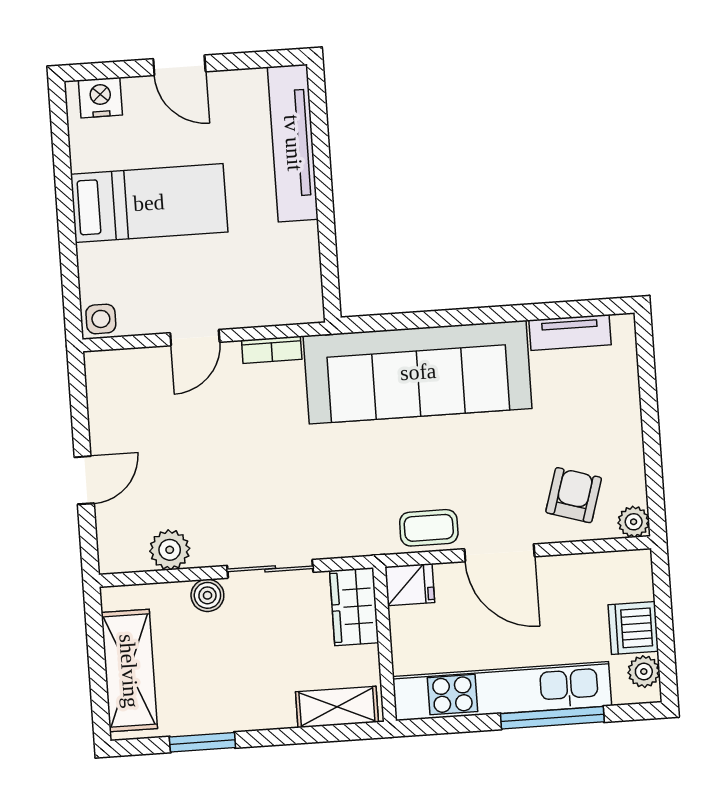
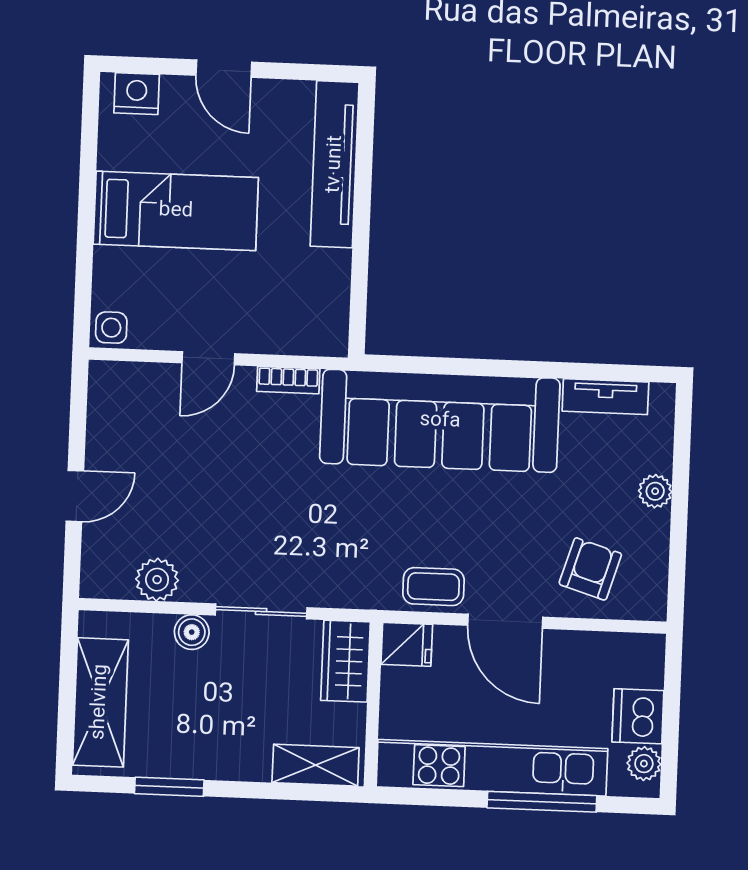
plant: (634, 522) -> (655, 491), moved

